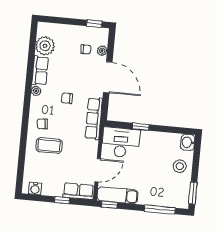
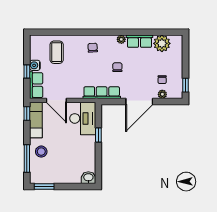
coffee table: (49, 146) -> (57, 52), moved
stool: (180, 166) -> (41, 152), moved
water cooler: (35, 189) -> (35, 65), moved

